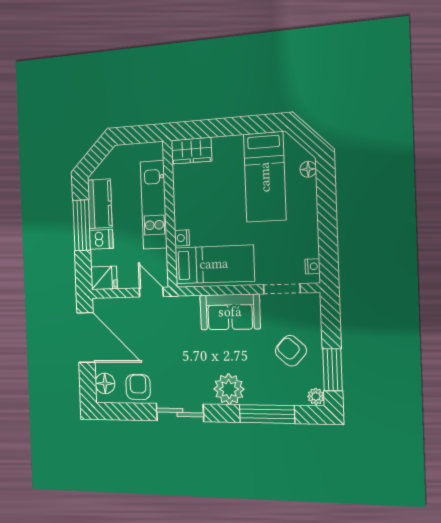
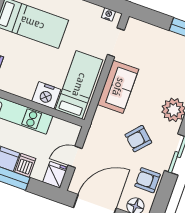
nightstand: (182, 238) -> (46, 95), width x1.89, depth x1.79
door: (151, 292) -> (75, 157), moved
armchair: (291, 351) -> (138, 139), moved

